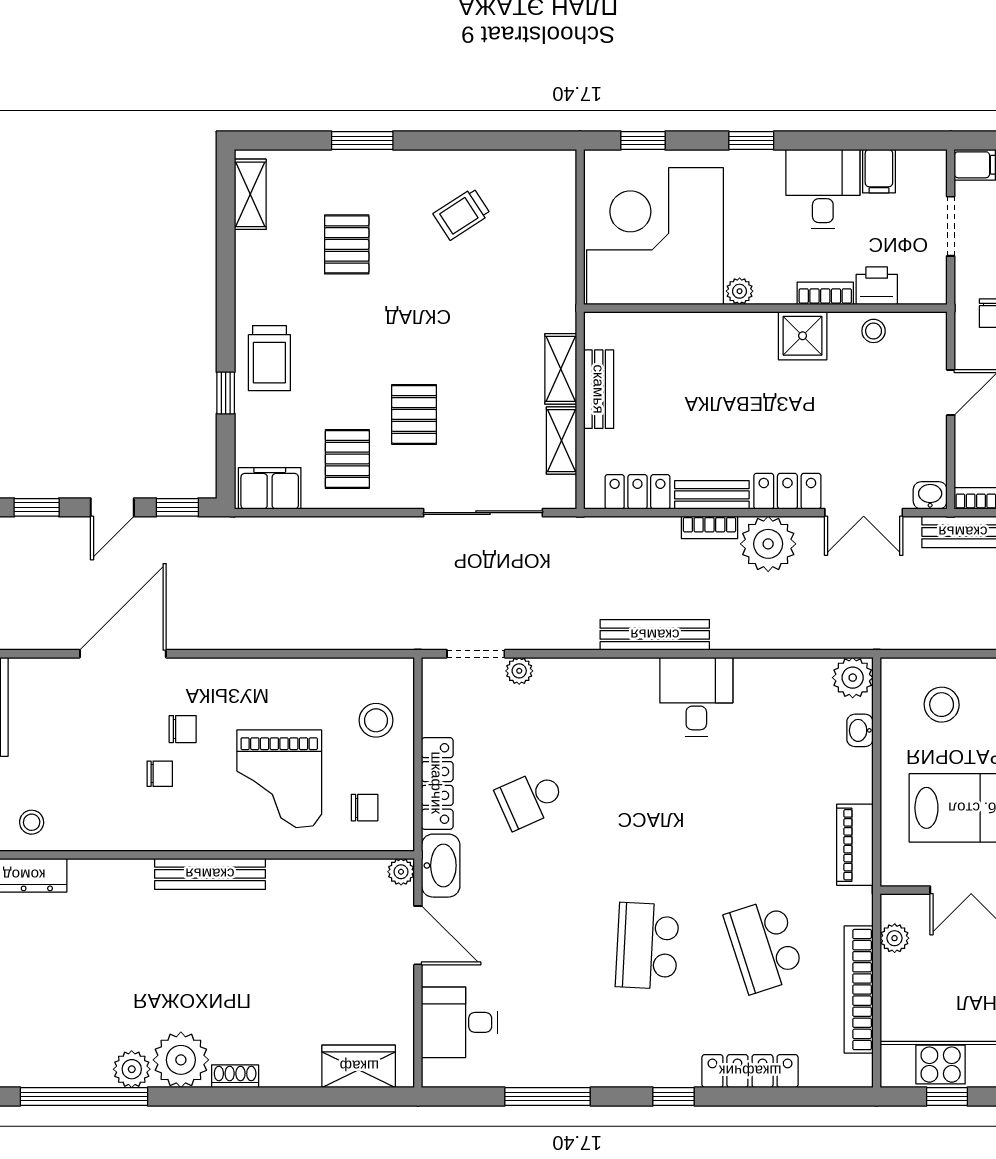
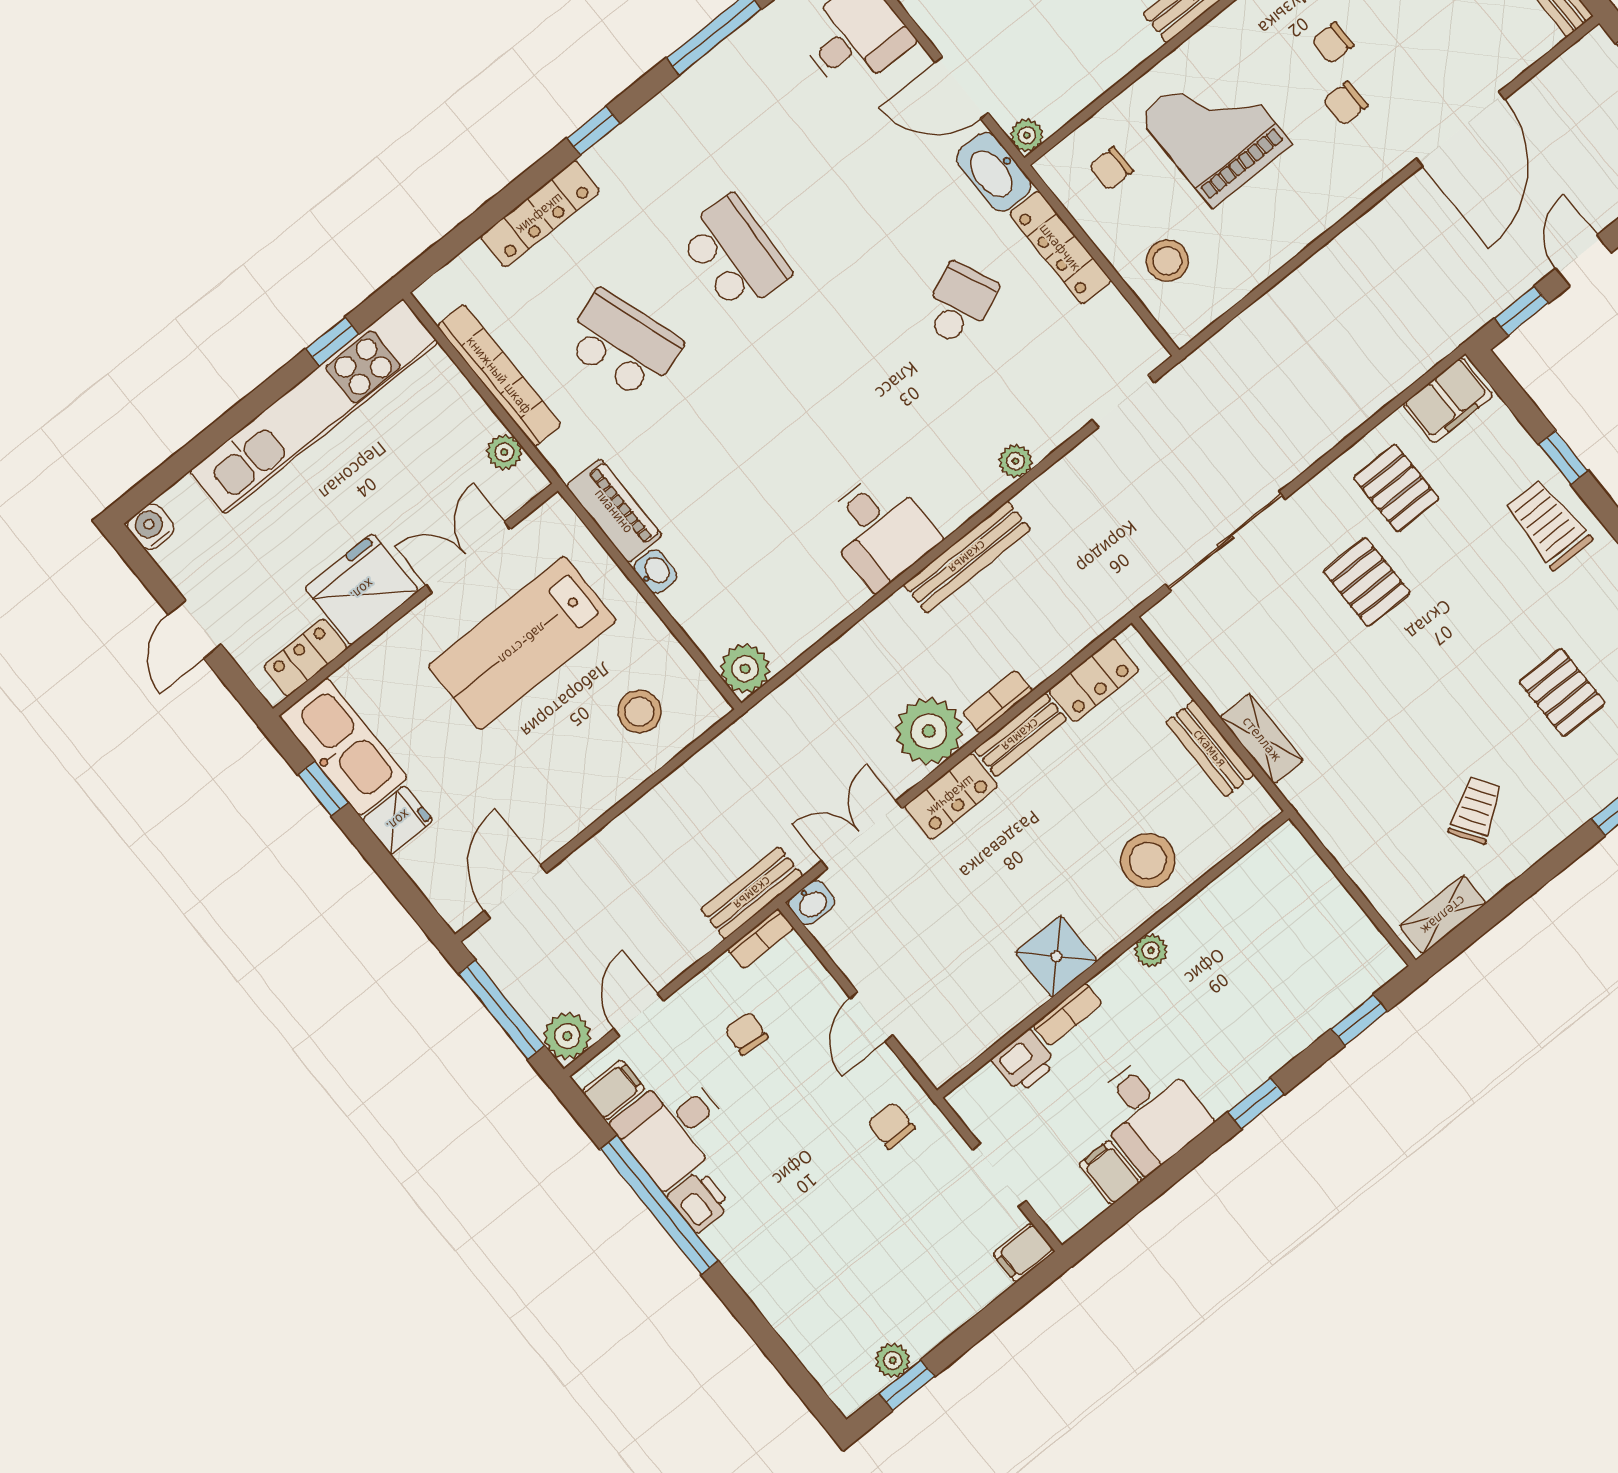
corner desk: (655, 236) -> (1274, 938), removed
stool: (874, 331) -> (1148, 861), moved, width x1.89, depth x1.89
shelving: (562, 441) -> (1443, 915), moved, turned 90
plant: (519, 671) -> (1016, 461), moved
washbasin: (860, 730) -> (655, 572), moved

